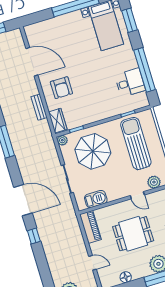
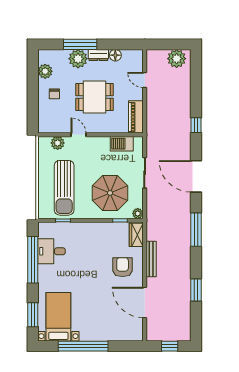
bench: (39, 107) -> (151, 259), width x1.36
door: (23, 200) -> (196, 176), moved
dresser: (141, 273) -> (98, 55), added

